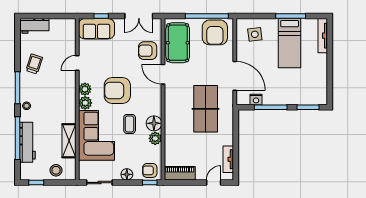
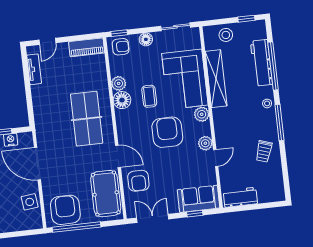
workbench: (34, 26) -> (240, 197), moved
side table: (255, 34) -> (30, 202), moved
armchair: (148, 51) -> (138, 181), turned 90
plant: (85, 89) -> (205, 143), moved
armchair: (117, 91) -> (167, 132), turned -90
table tennis table: (206, 109) -> (87, 119), moved
shelving: (69, 141) -> (216, 79), width x1.47

